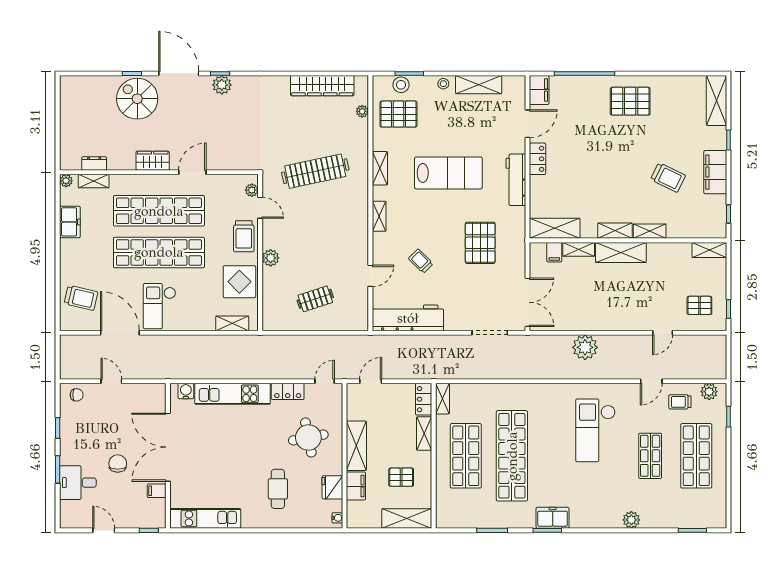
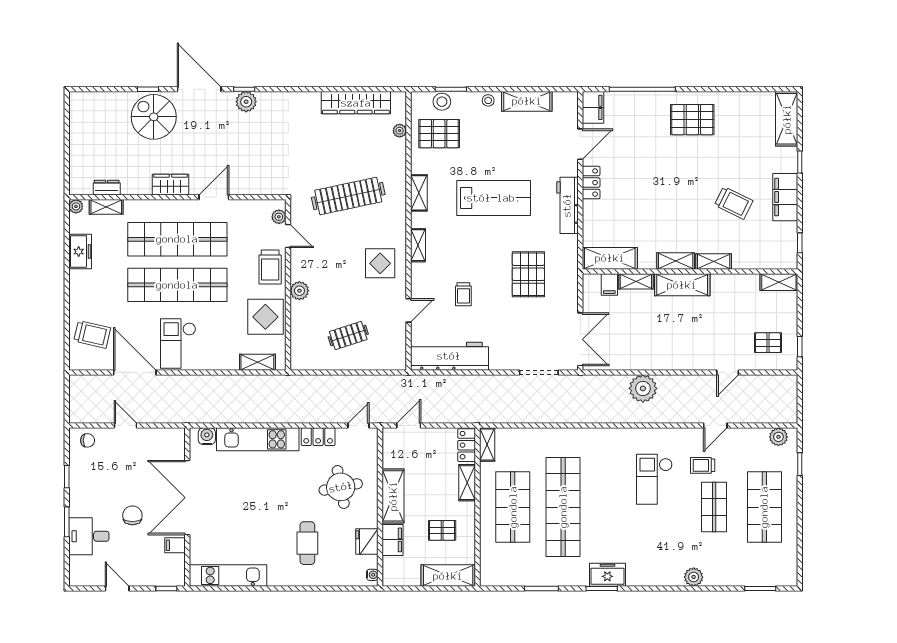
display table: (344, 233) -> (380, 263), added
trolley: (421, 261) -> (463, 294), turned -135
trolley: (680, 402) -> (703, 465), moved
checkout: (595, 430) -> (654, 479), width x0.73, depth x0.83

